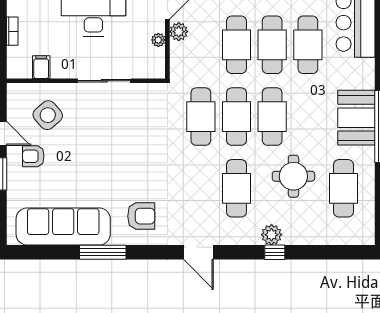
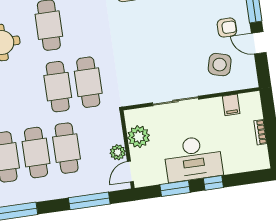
plant: (158, 40) -> (139, 137), width x1.87, depth x1.87
side table: (48, 115) -> (220, 65), turned -34
cafe table: (272, 117) -> (27, 91), removed

